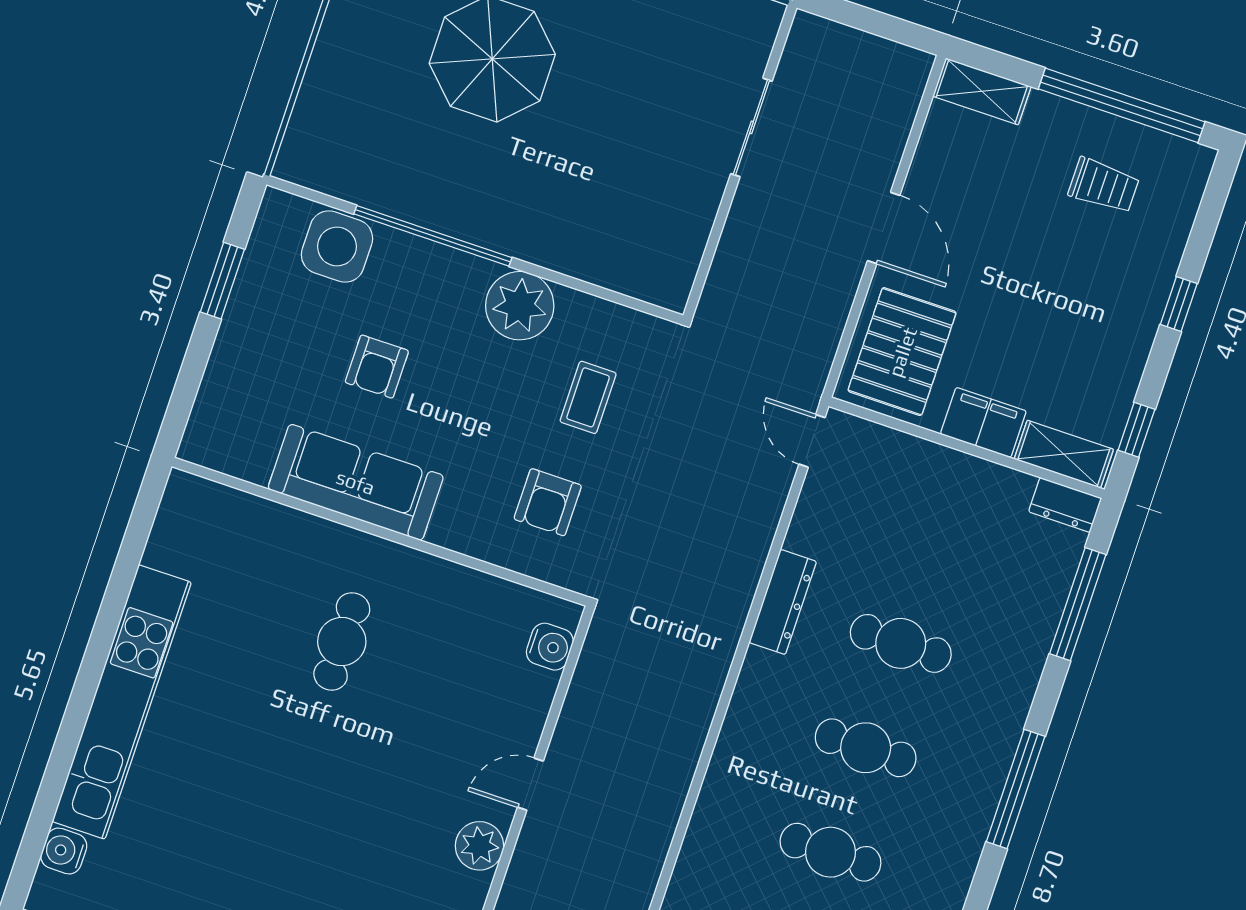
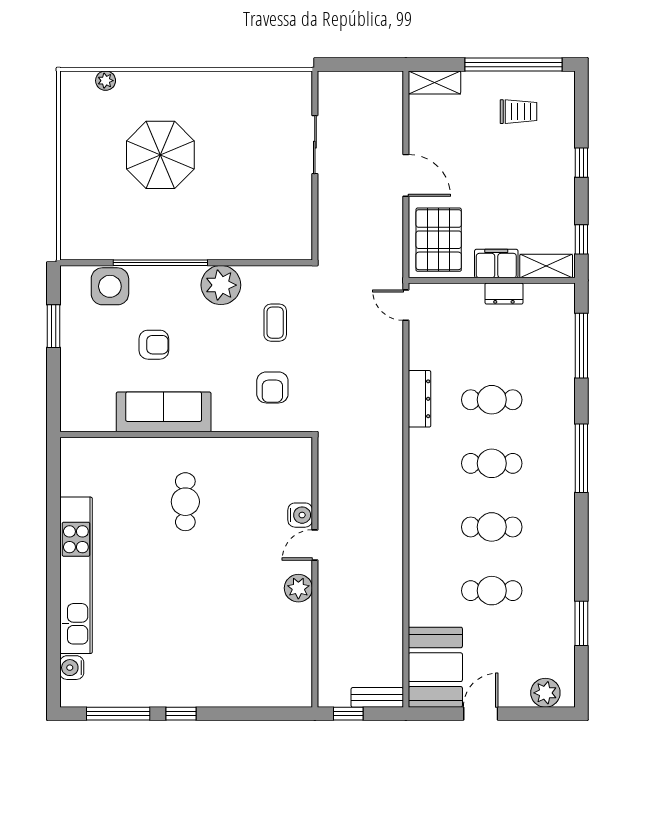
armchair: (377, 367) -> (154, 345), turned -90
dresser: (1065, 505) -> (504, 294), moved
water cooler: (550, 647) -> (300, 515), moved

